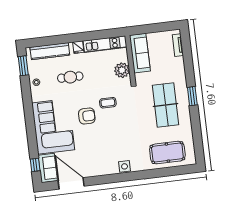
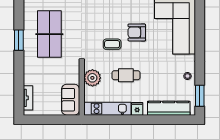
sofa: (140, 53) -> (71, 100), width x0.73
cafe table: (70, 77) -> (126, 75), moved

